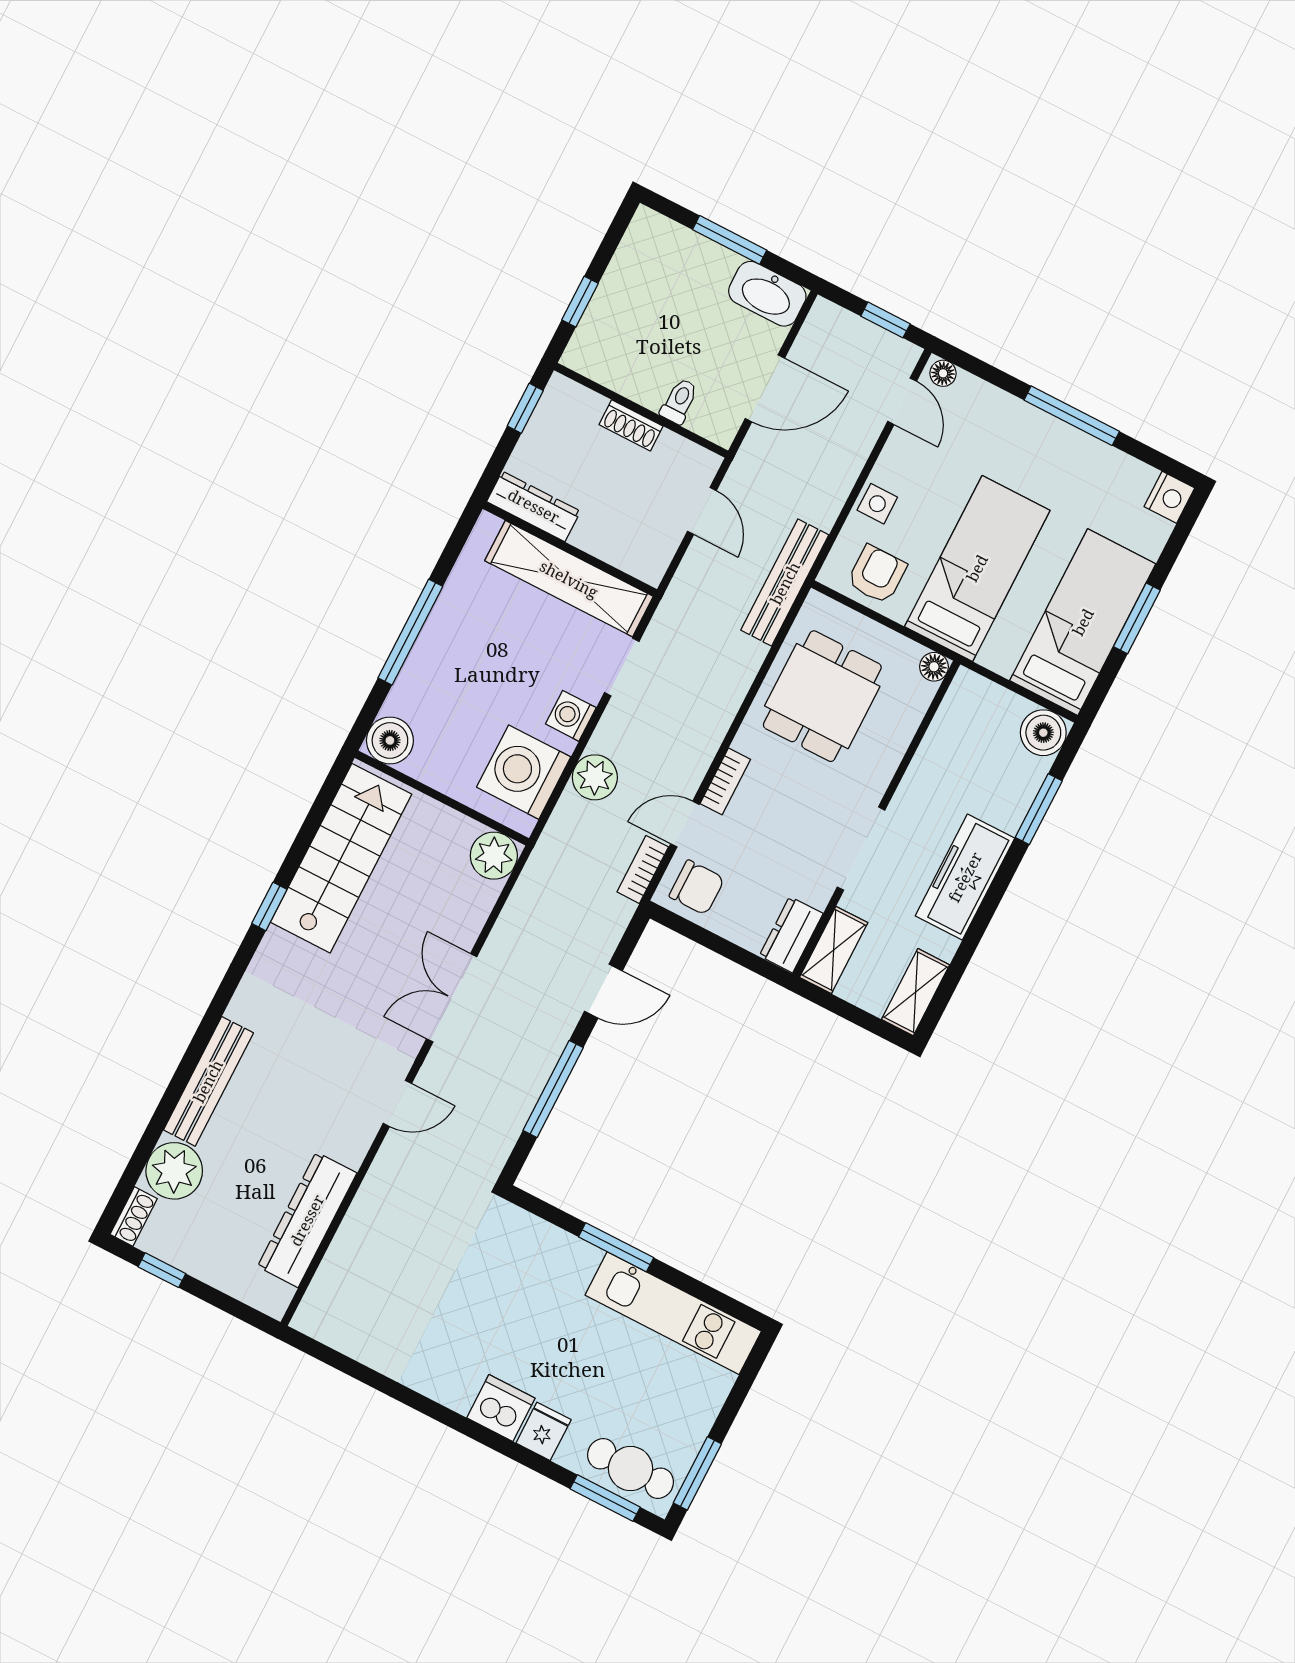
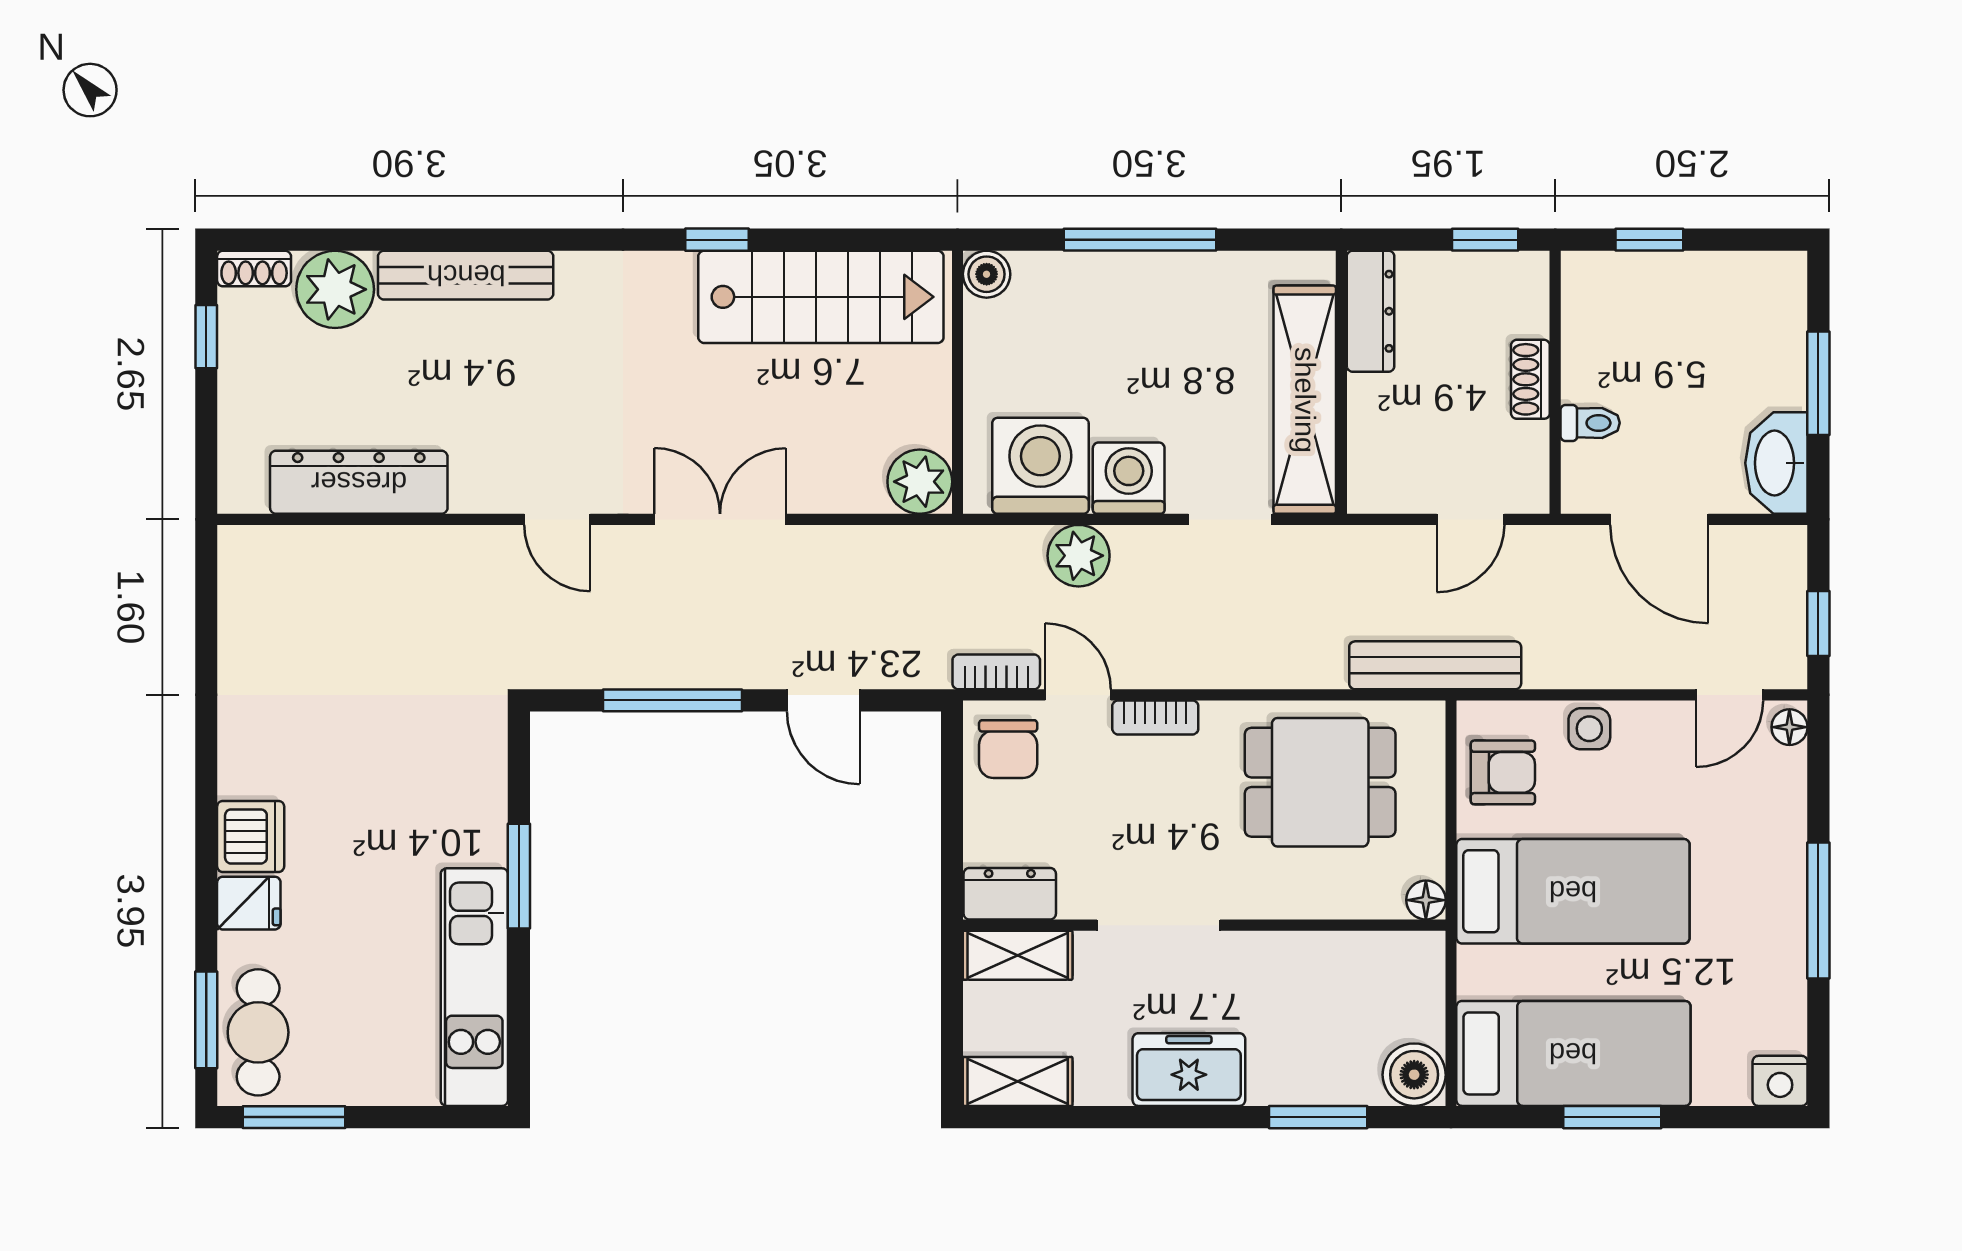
washing machine: (571, 716) -> (1129, 478), width x1.38, depth x1.38
boiler: (390, 740) -> (987, 274), width x0.73, depth x0.73
freezer: (965, 877) -> (1189, 1070), width x0.71

